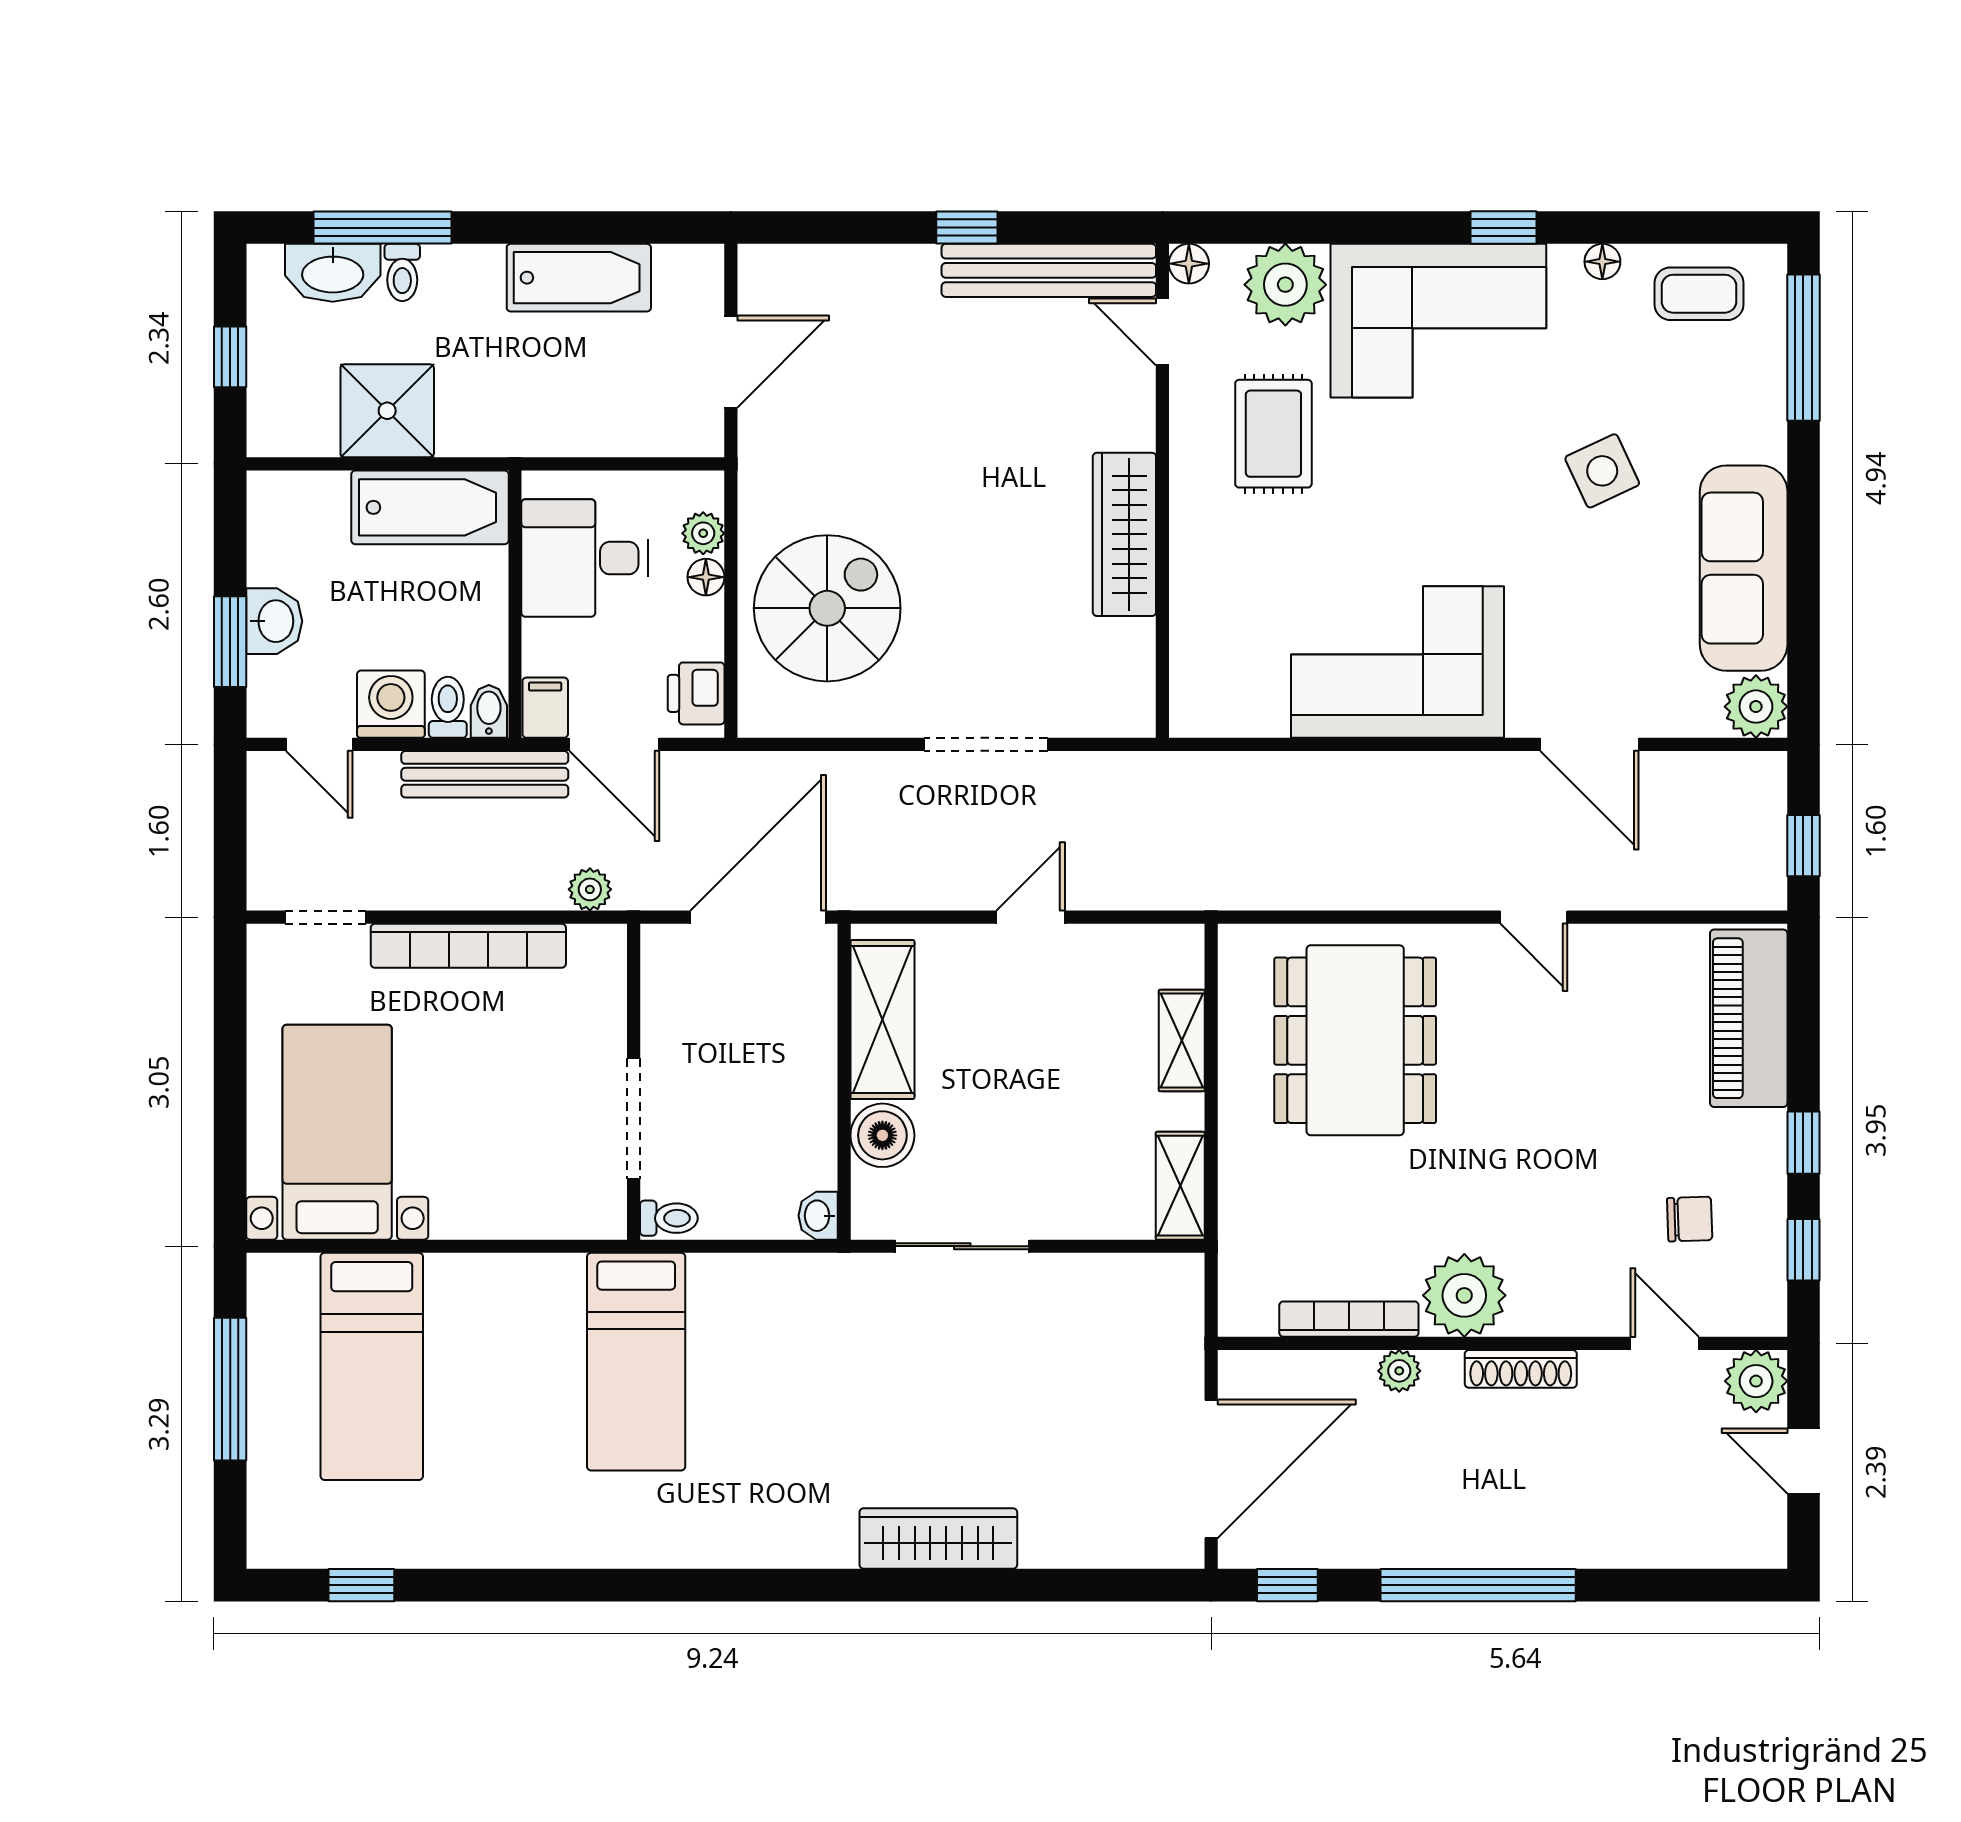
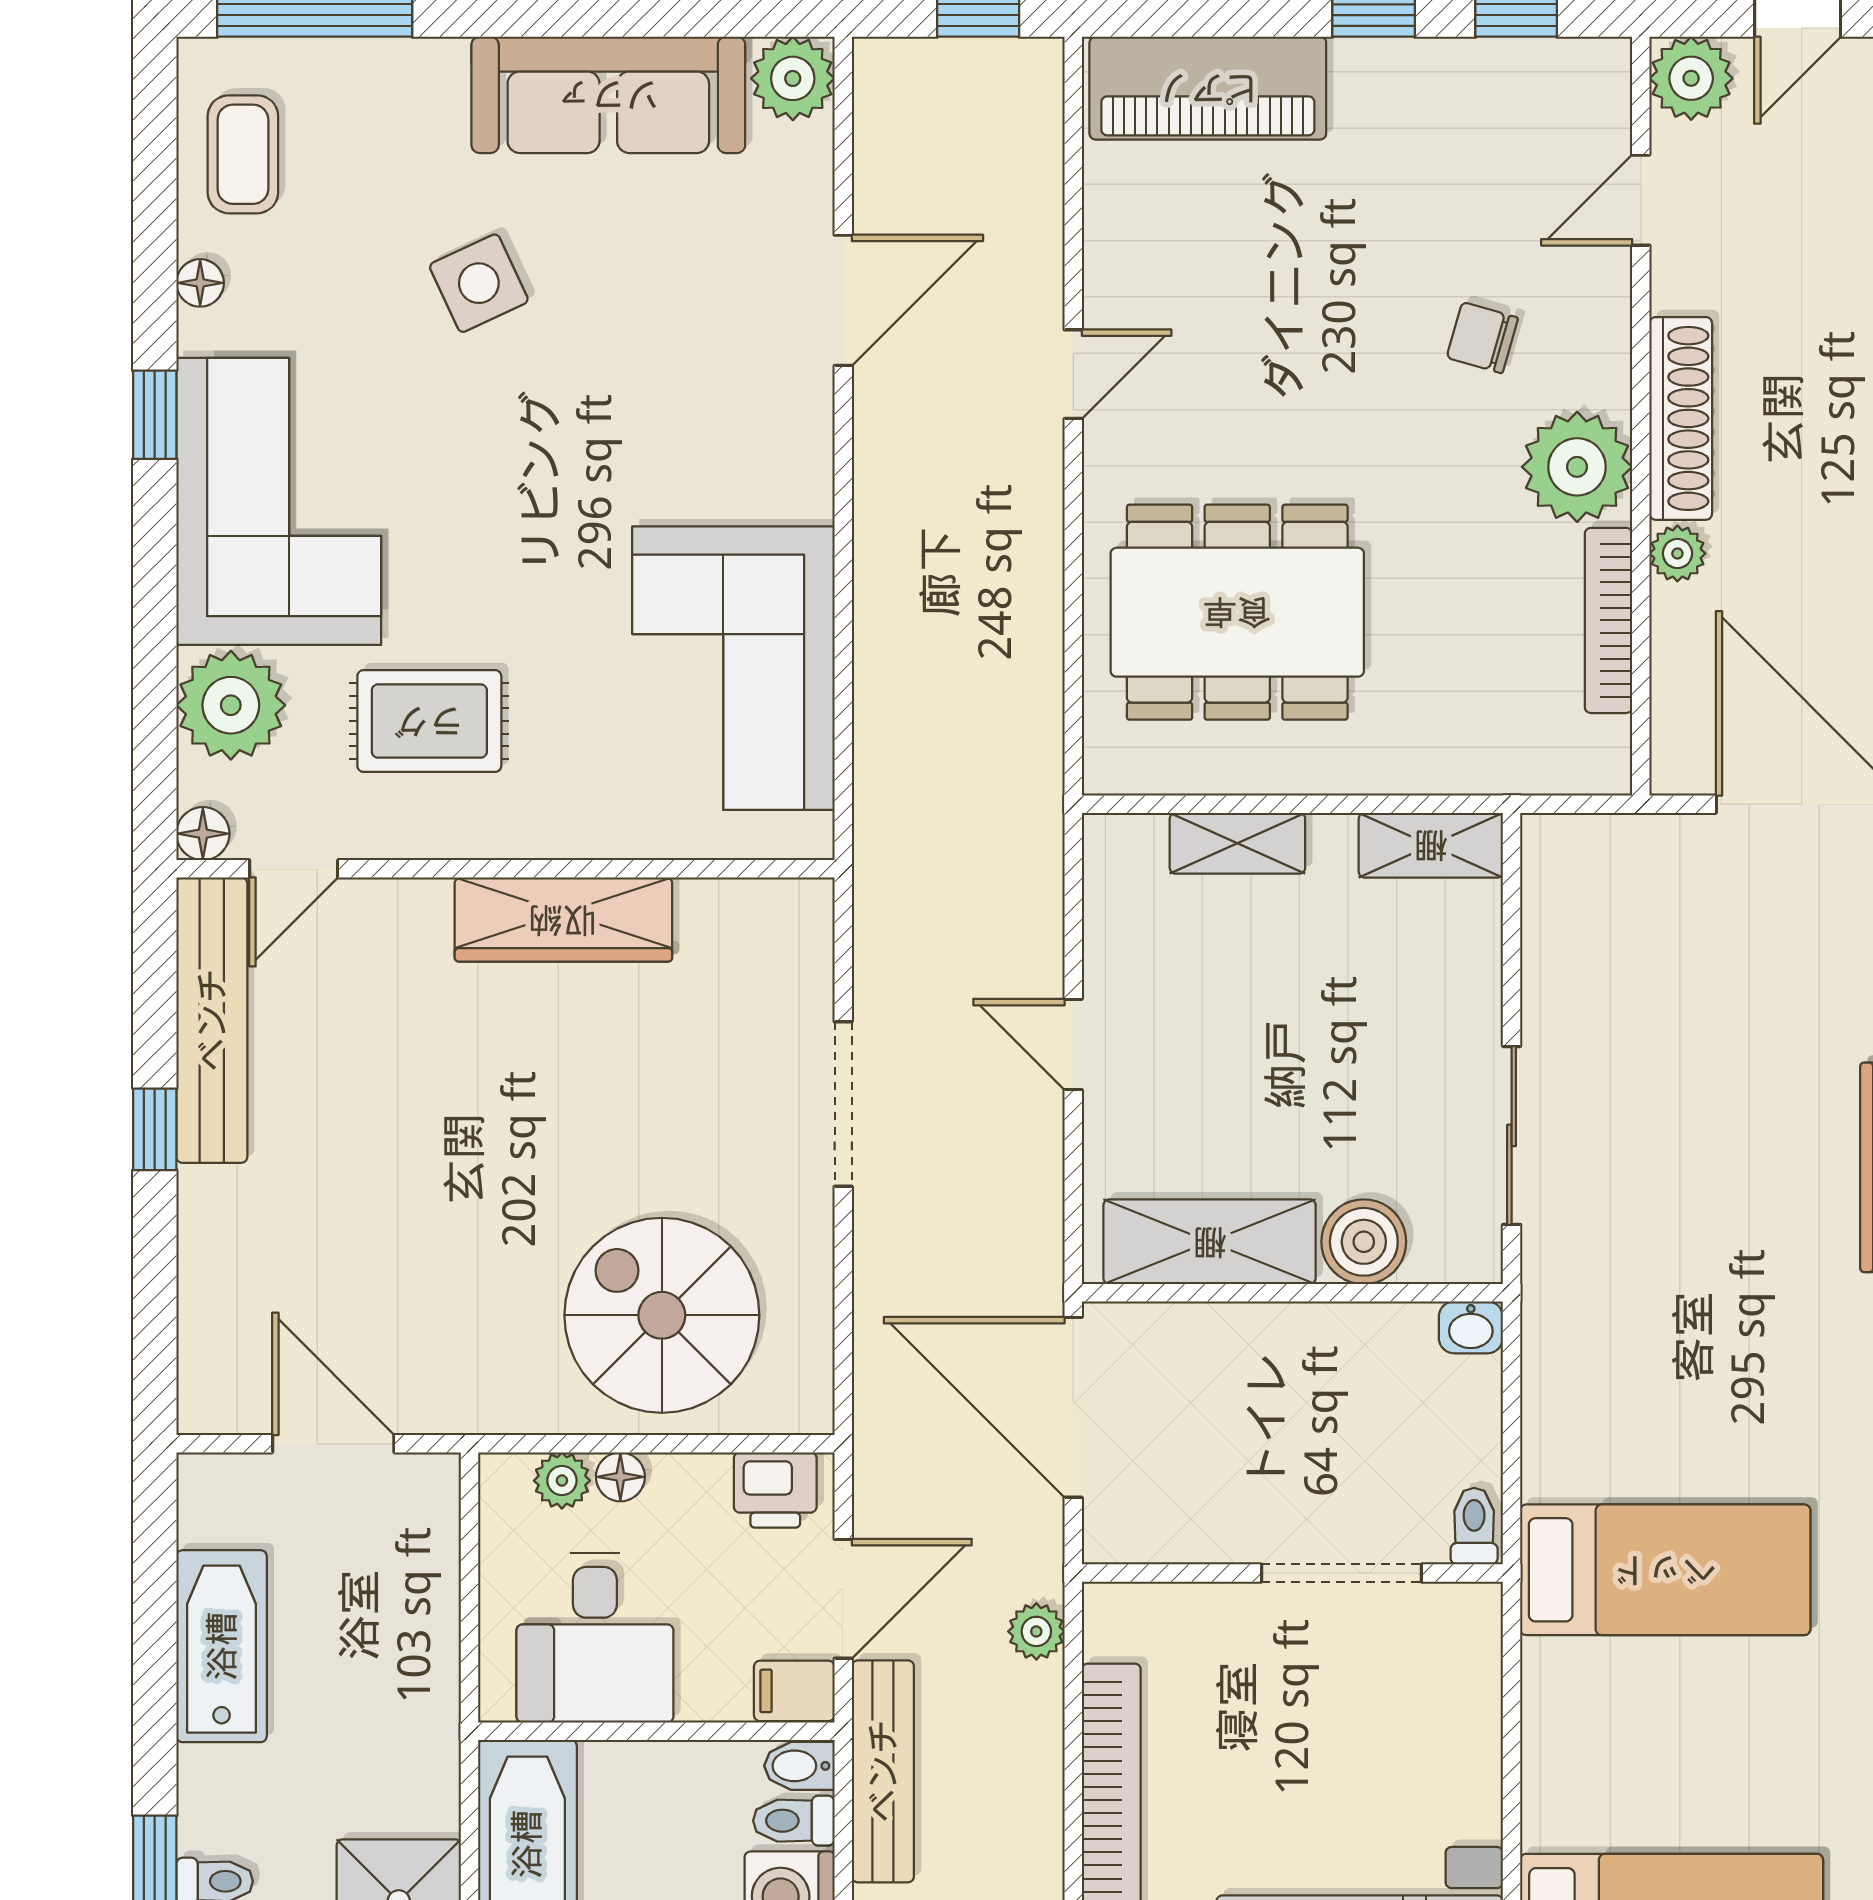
corner sofa: (1397, 662) -> (733, 668), moved
chair: (1690, 1219) -> (1482, 338), moved, turned -72
shoe rack: (1521, 1369) -> (1681, 418), width x1.36, depth x1.24

